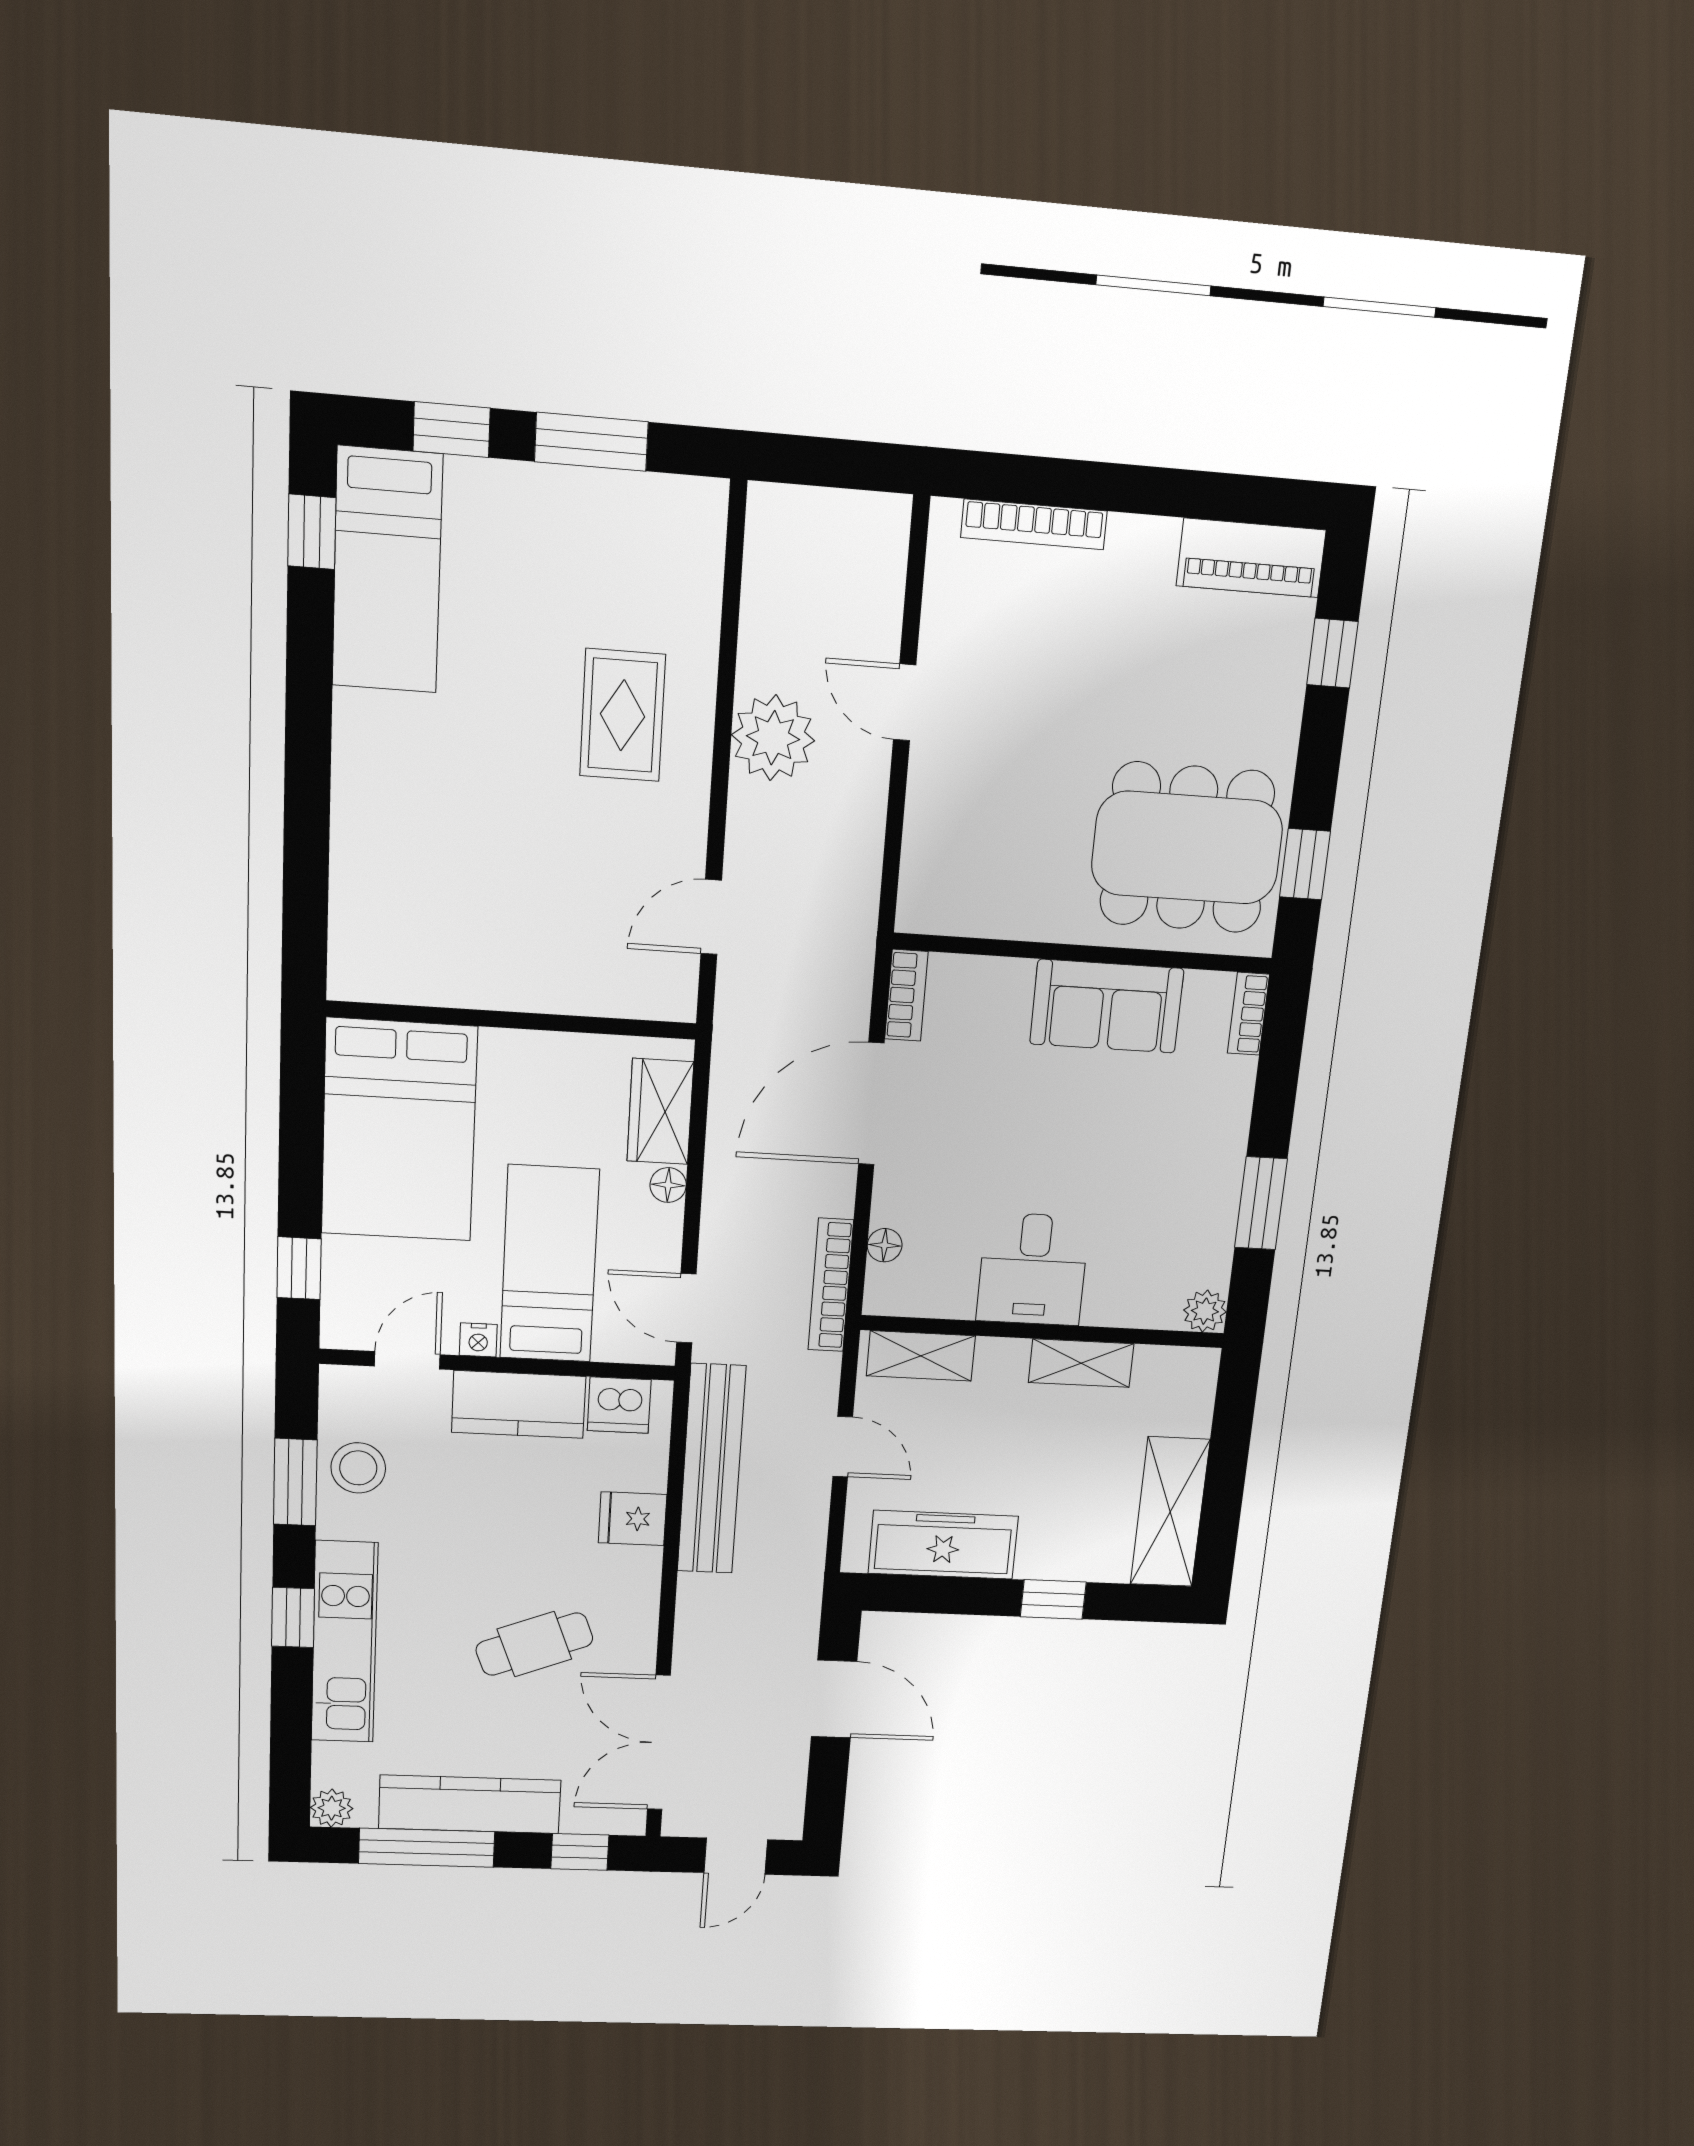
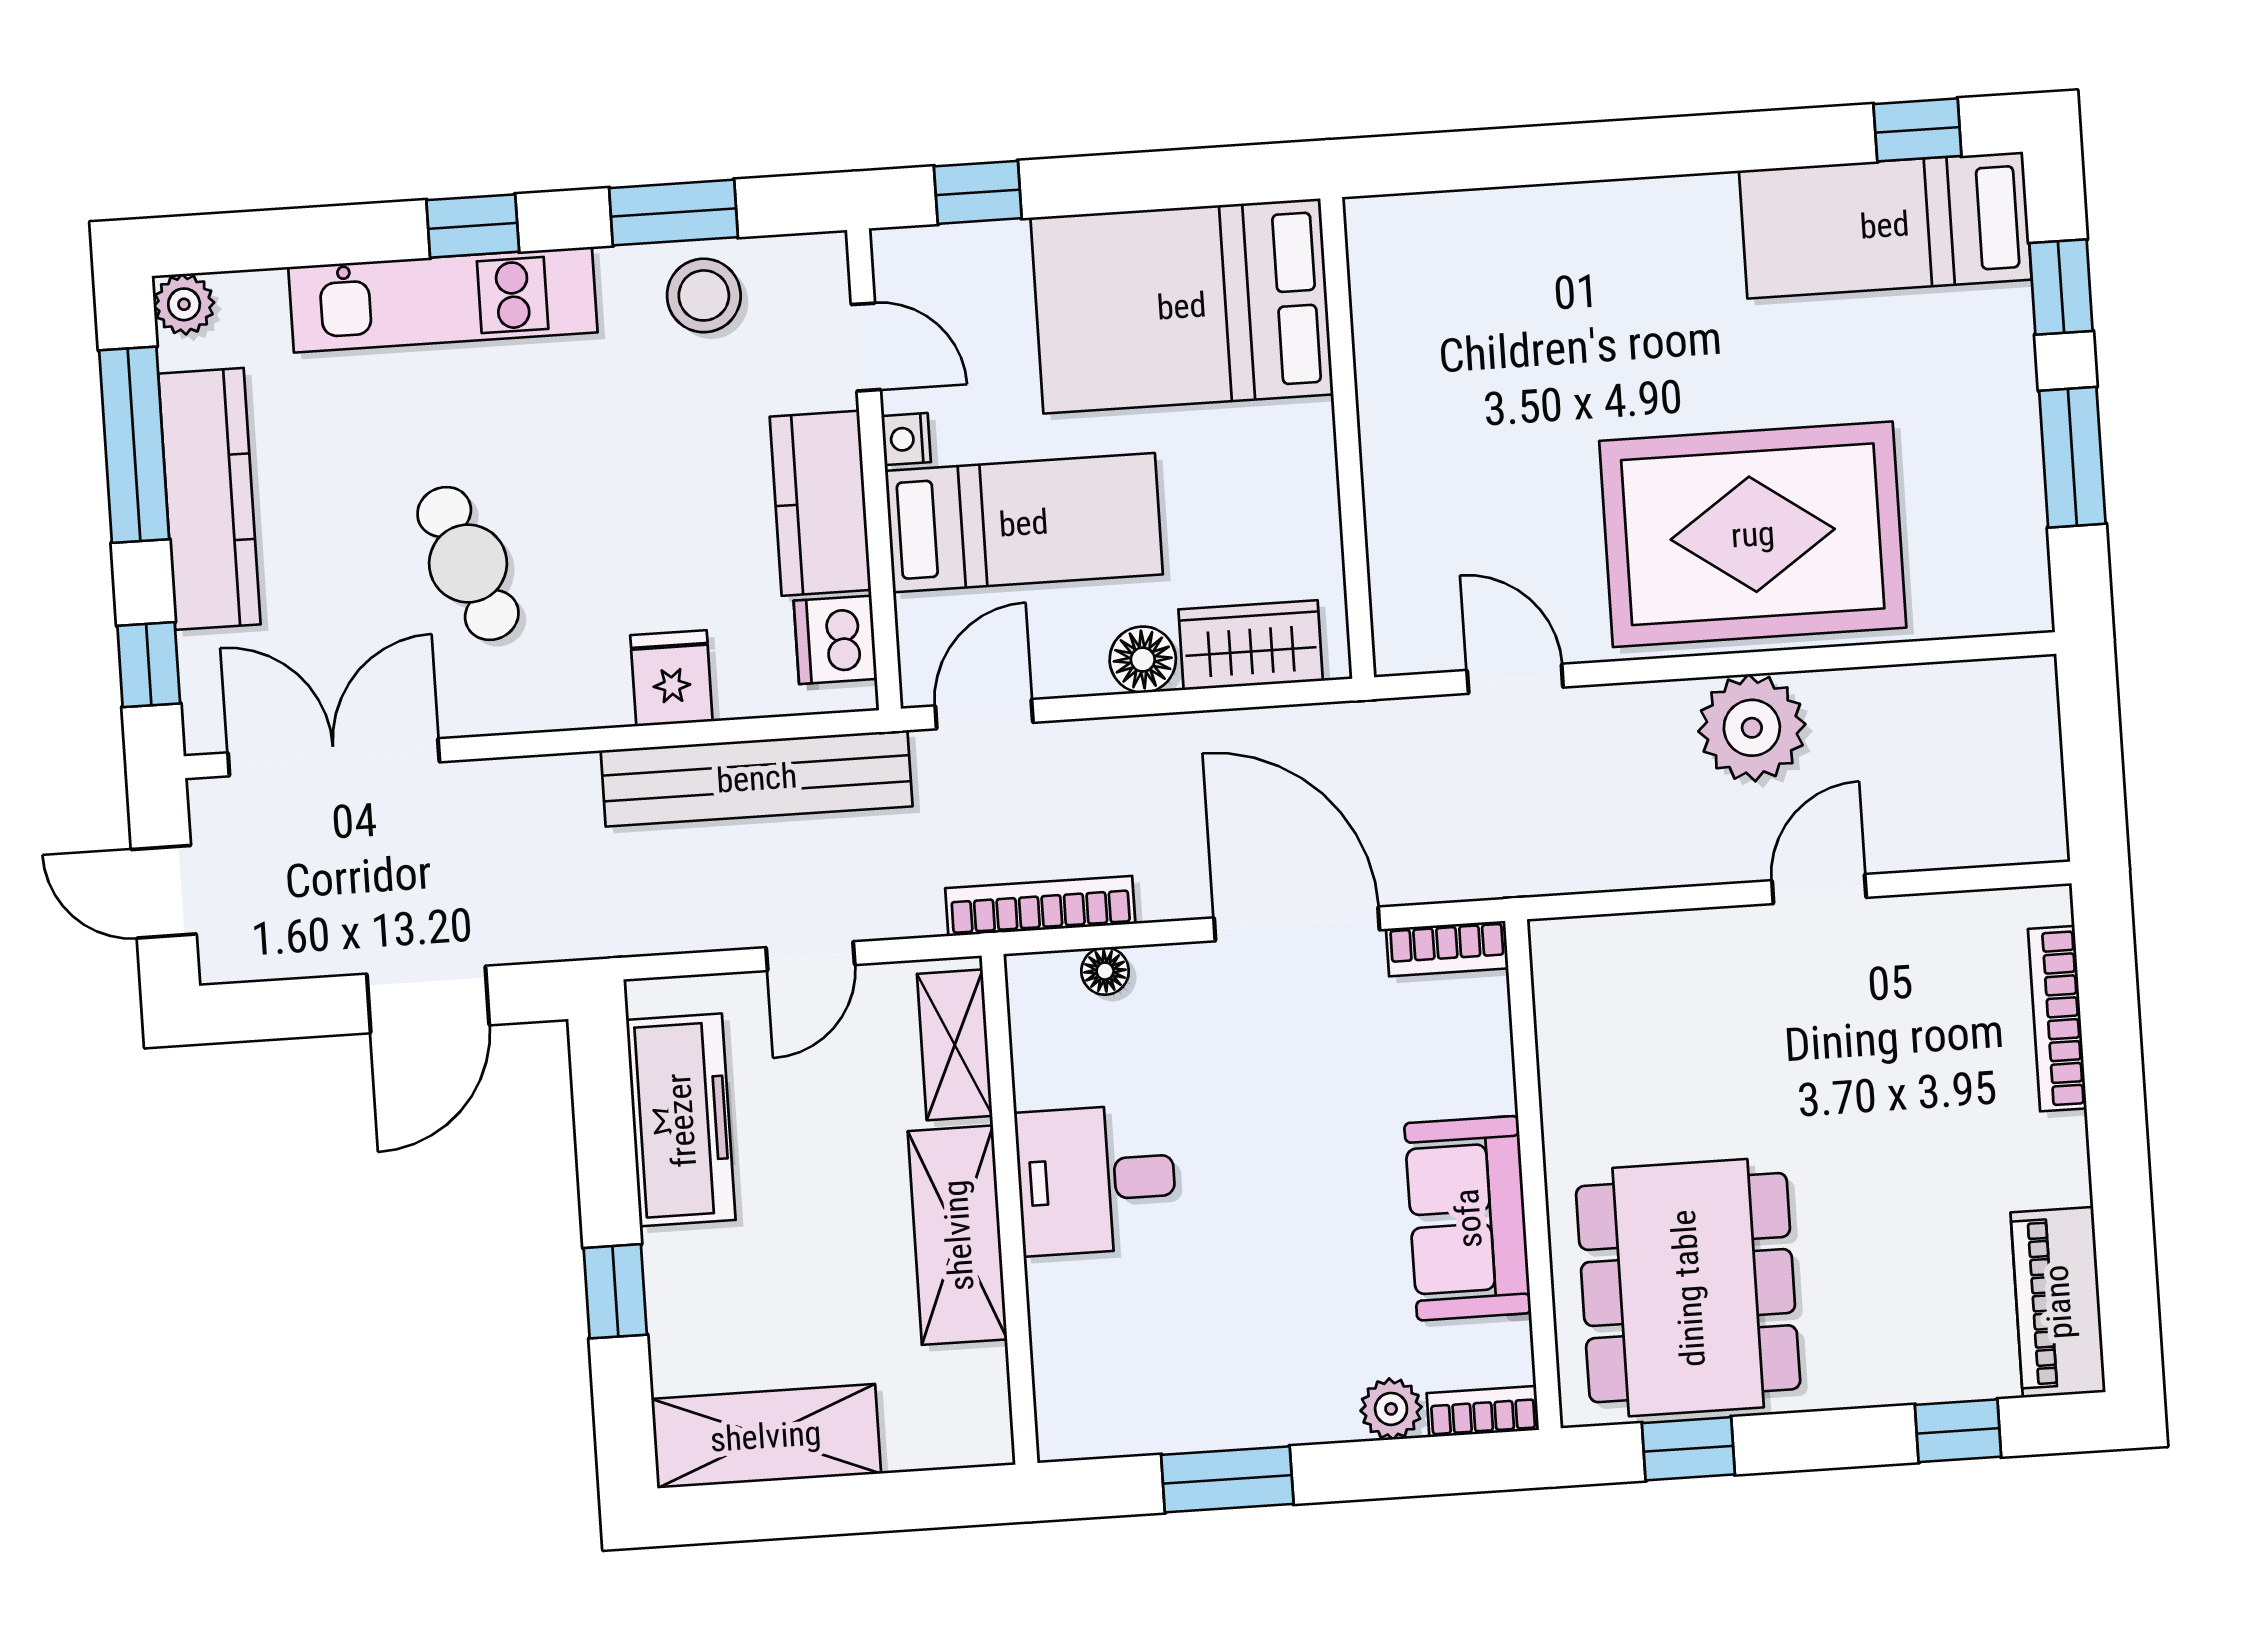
rug: (623, 715) -> (1753, 534), width x1.86, depth x2.06
floor lamp: (668, 1185) -> (1143, 660), width x1.37, depth x1.37
plant: (1205, 1311) -> (1391, 1409), moved
shelving: (1081, 1363) -> (958, 1235), width x1.50, depth x1.33

